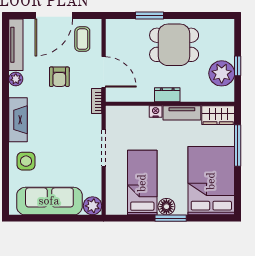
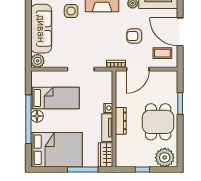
plant: (222, 73) -> (165, 158), moved
dresser: (167, 95) -> (121, 121), width x1.44
window: (171, 218) -> (28, 119), width x2.11

